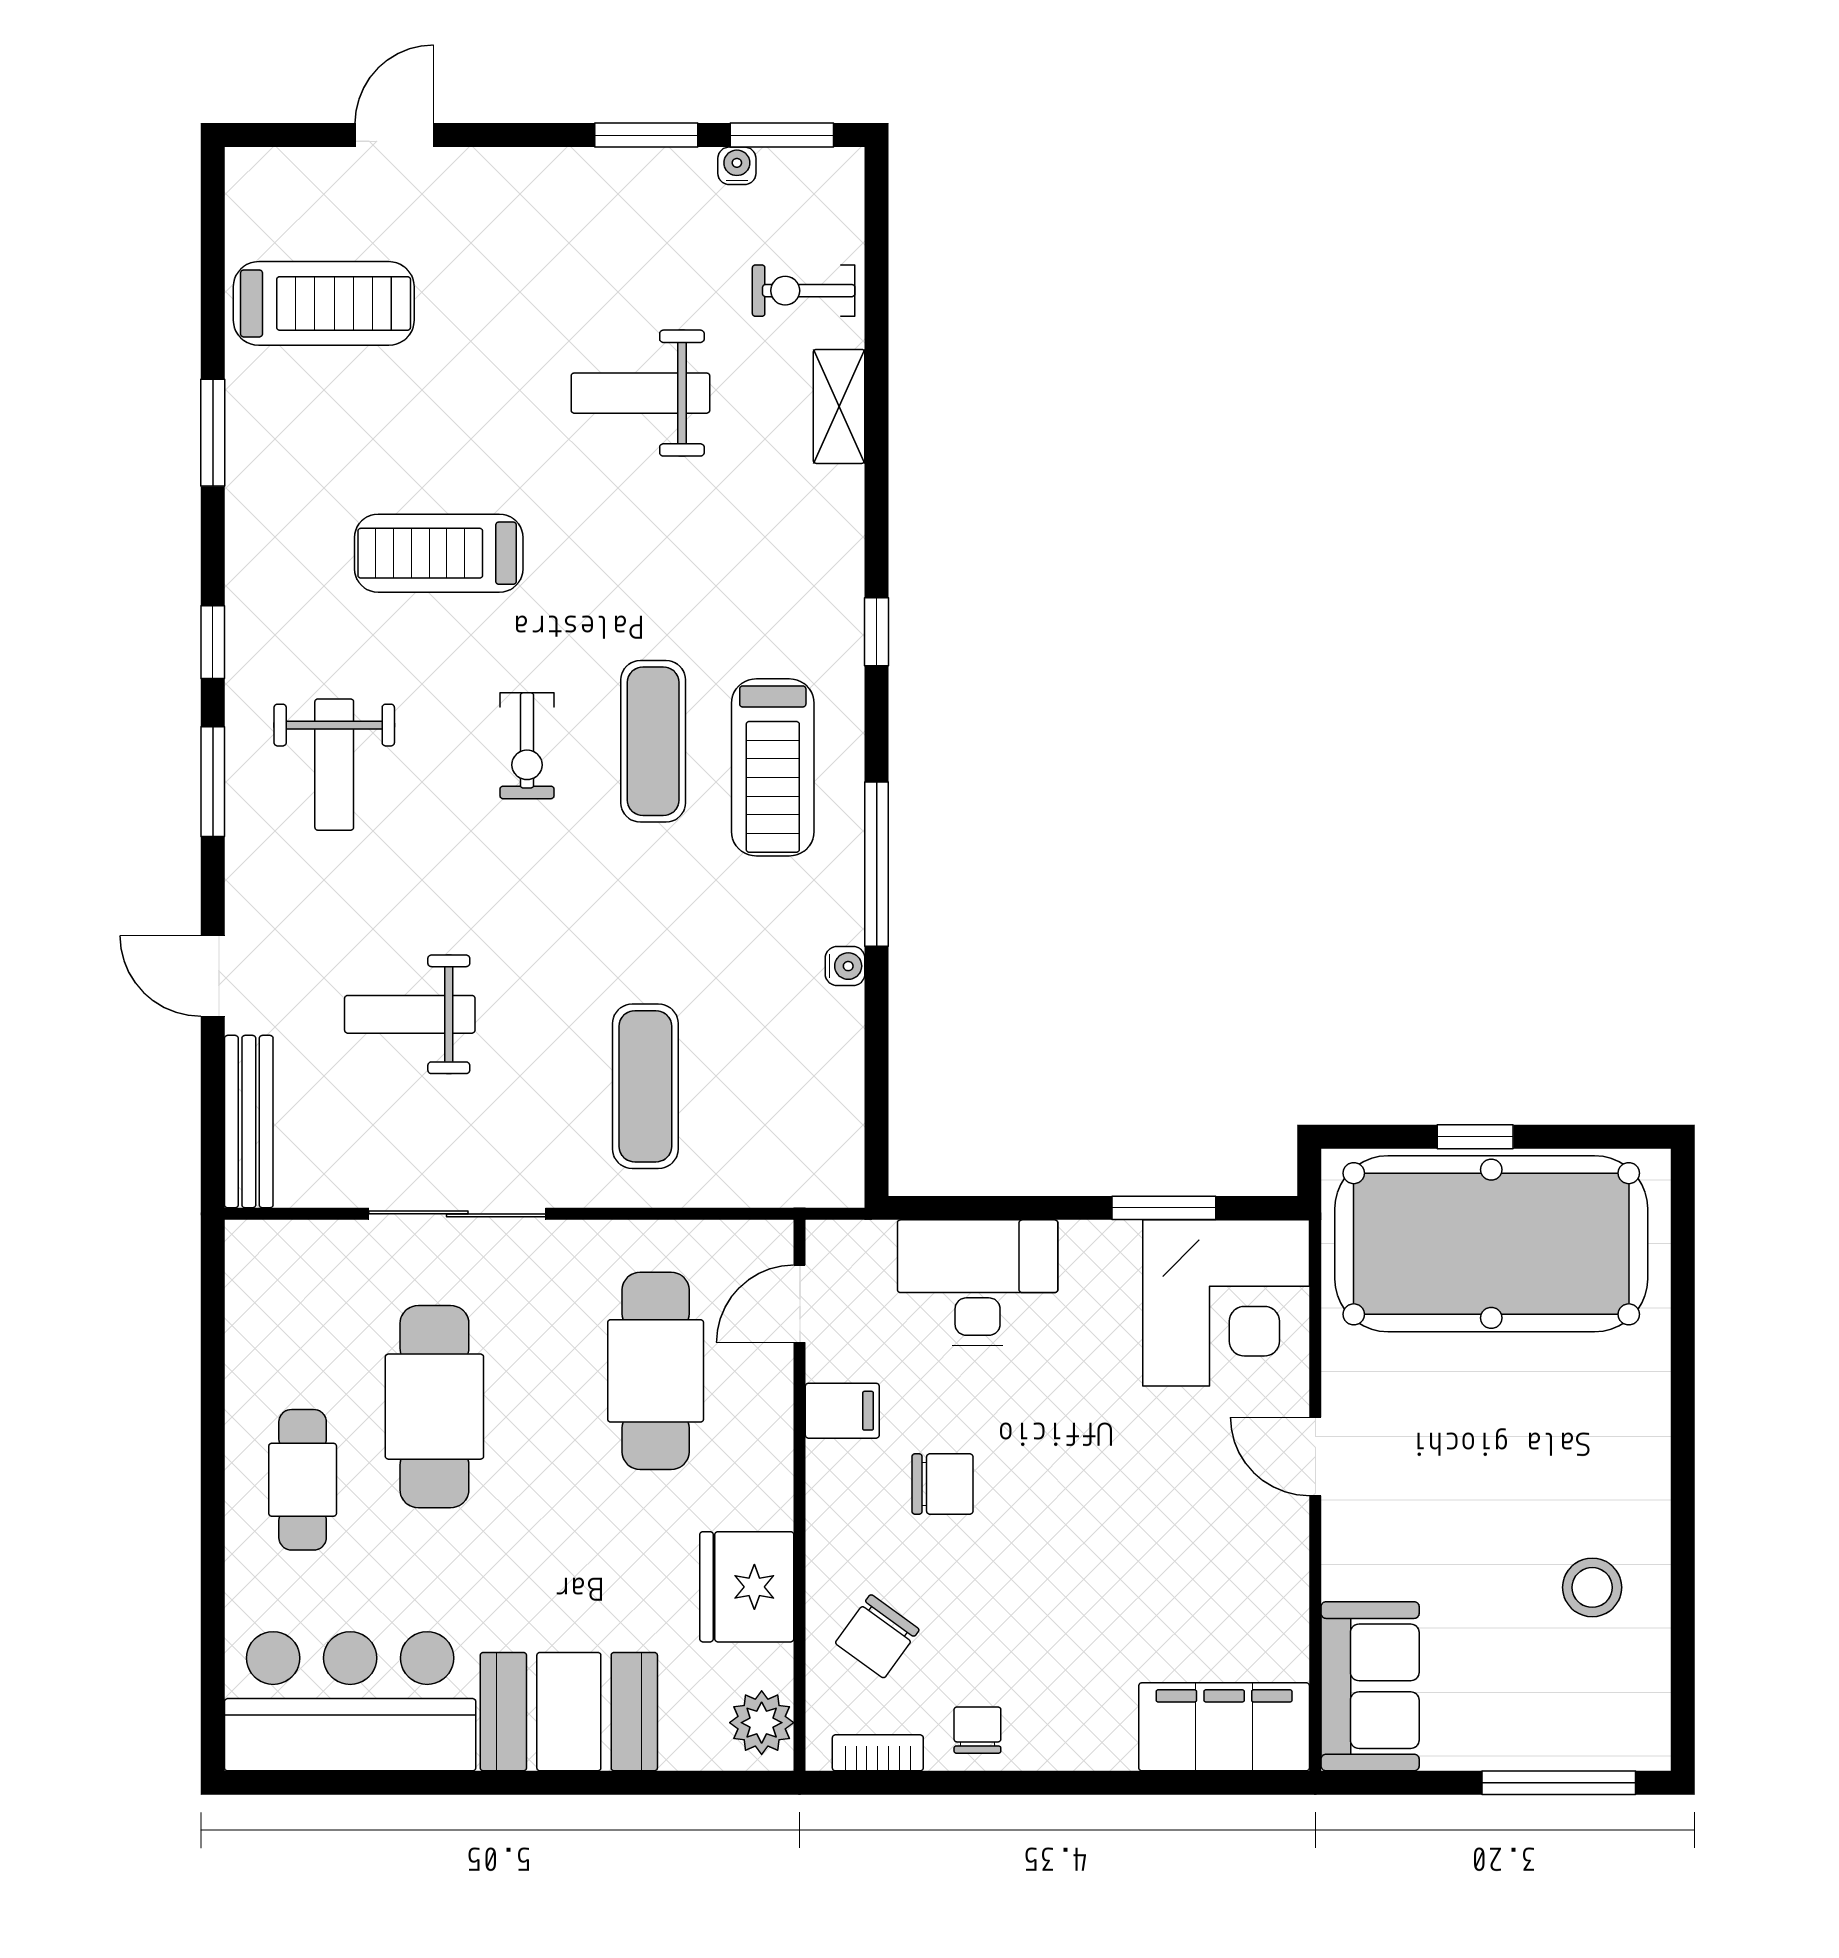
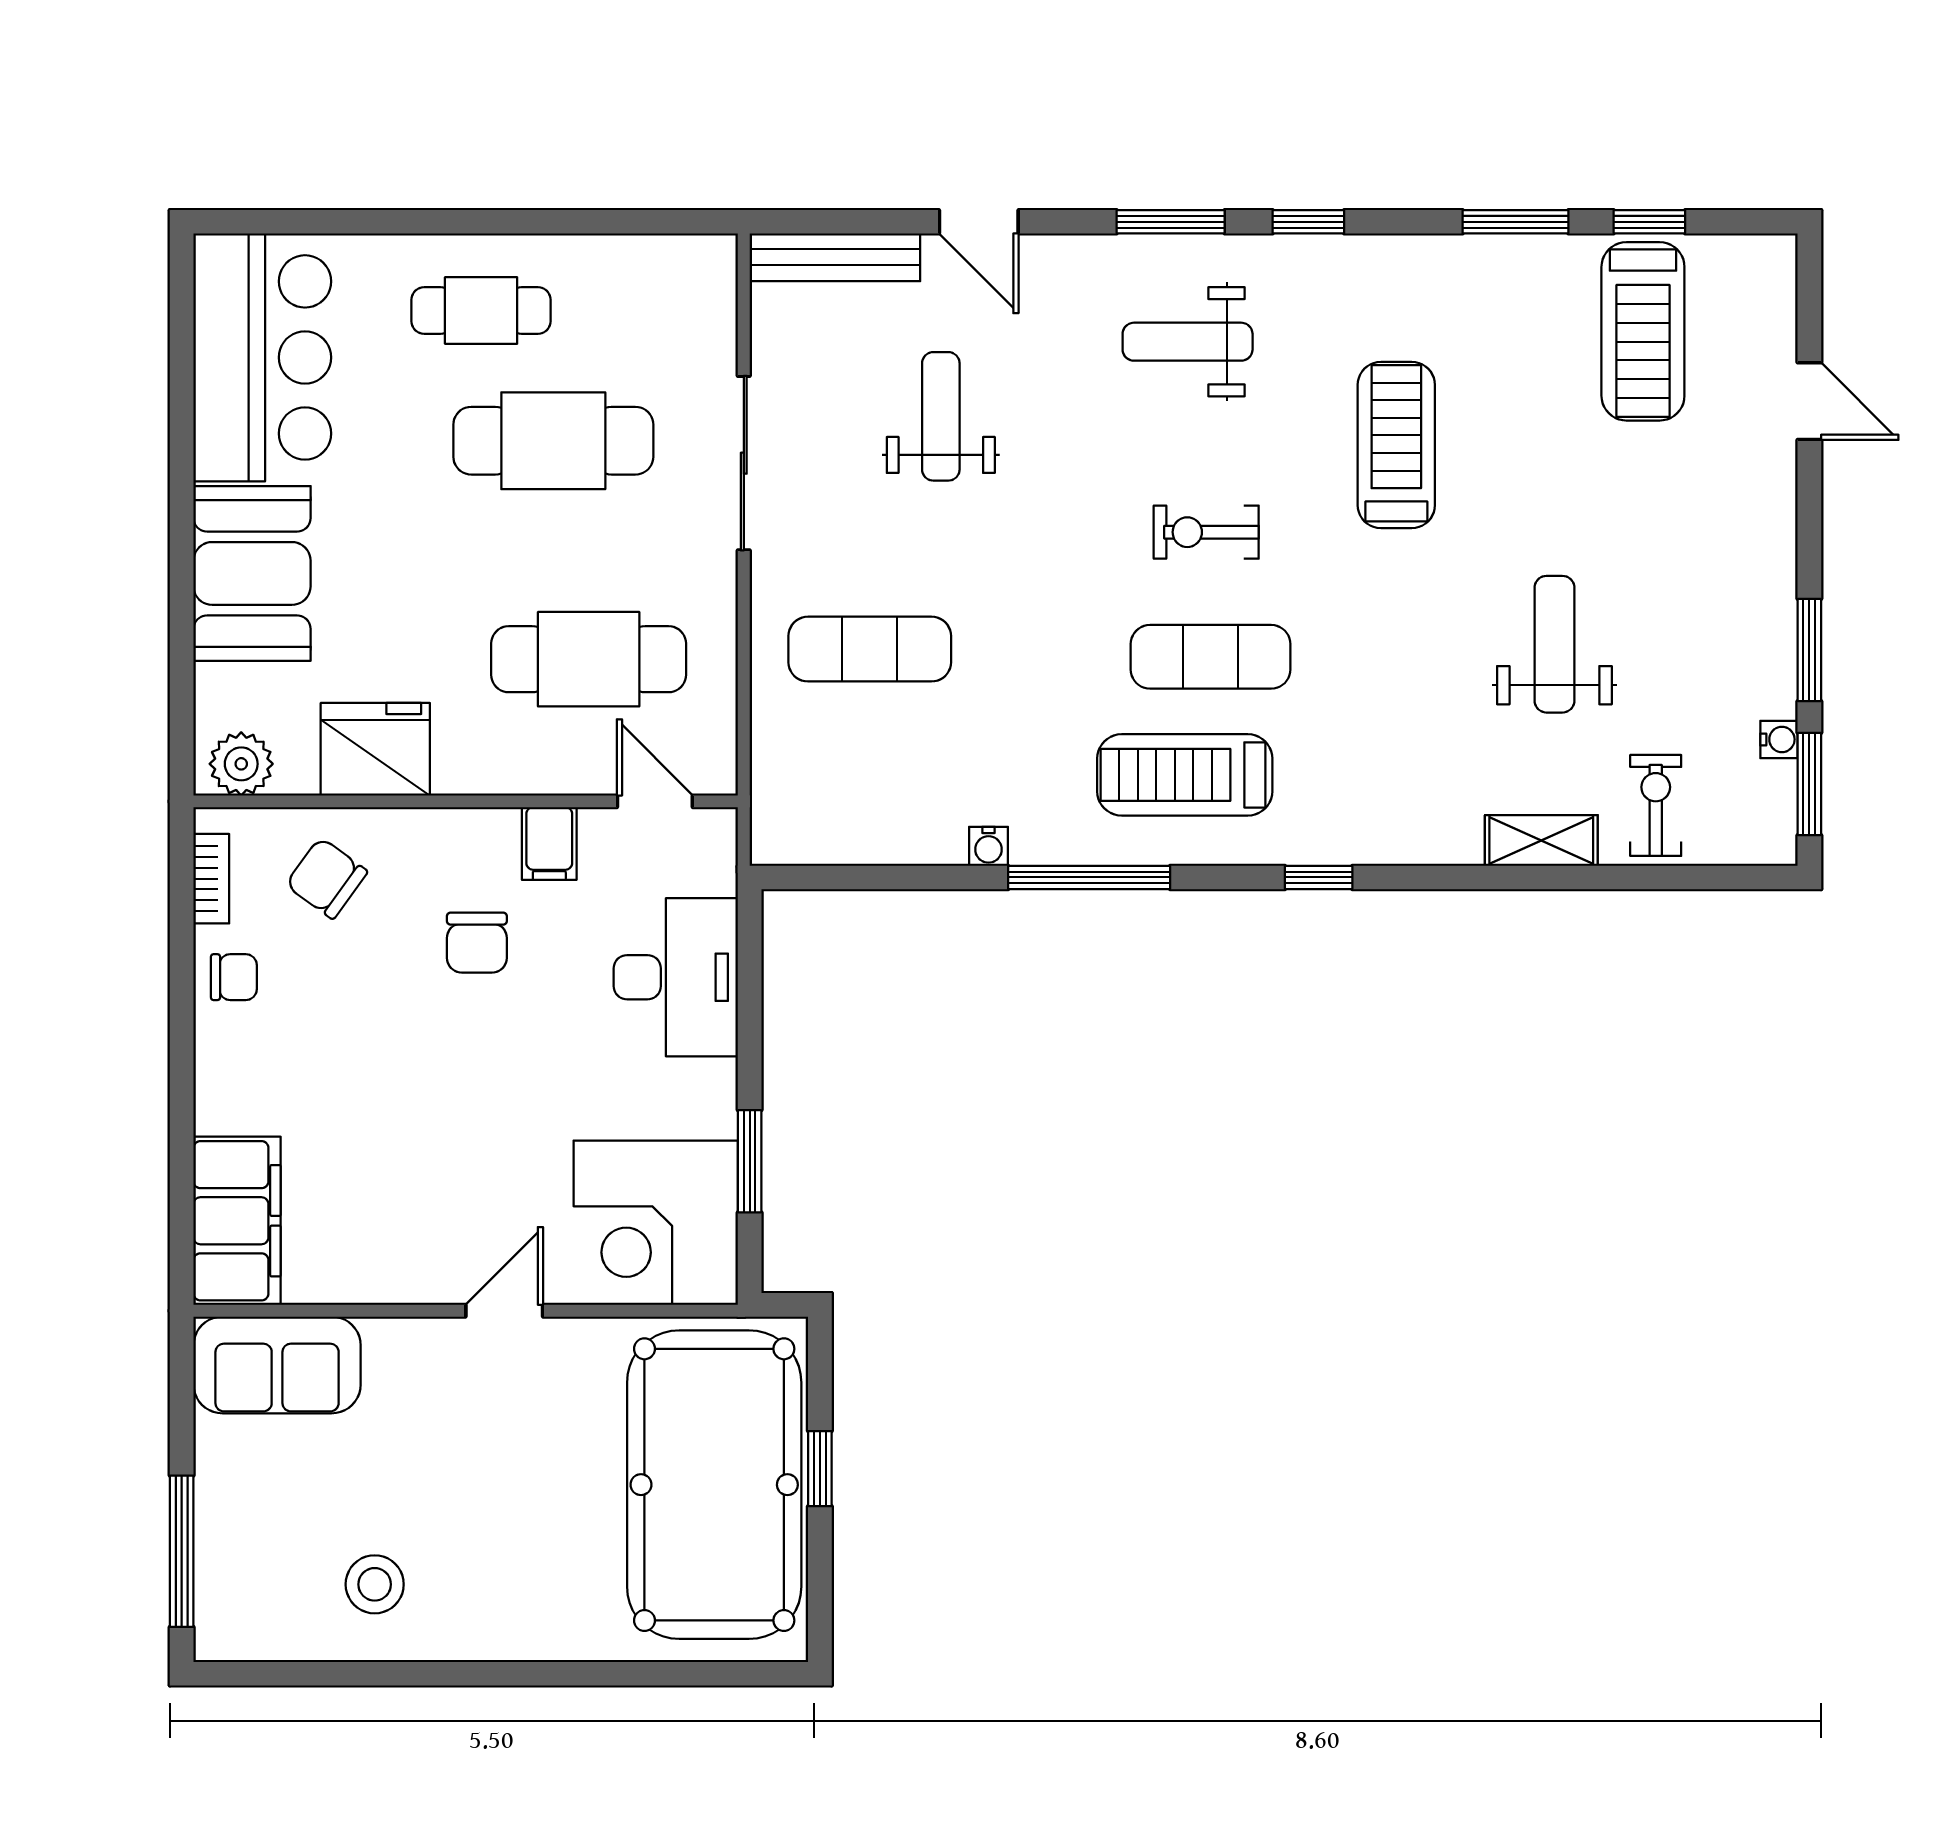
window: (213, 297) -> (1649, 222), added
door: (213, 976) -> (979, 222), swing flipped

